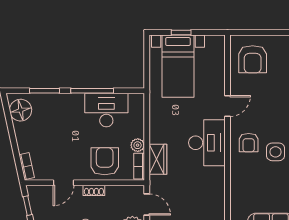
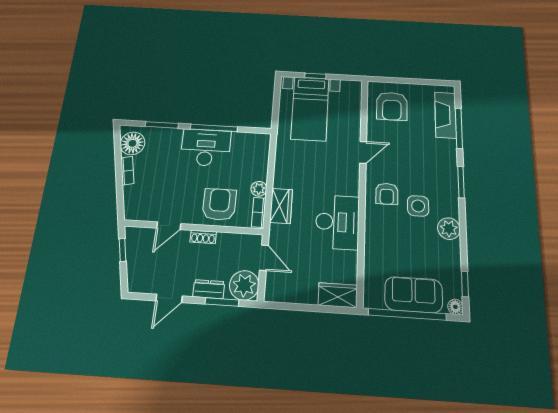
desk: (106, 110) -> (206, 148), moved
desk: (207, 143) -> (337, 222), moved
bookcase: (27, 166) -> (127, 171), moved

